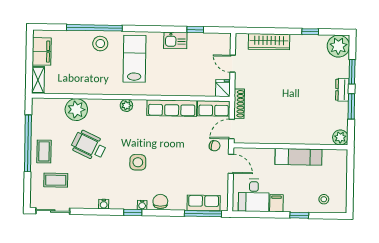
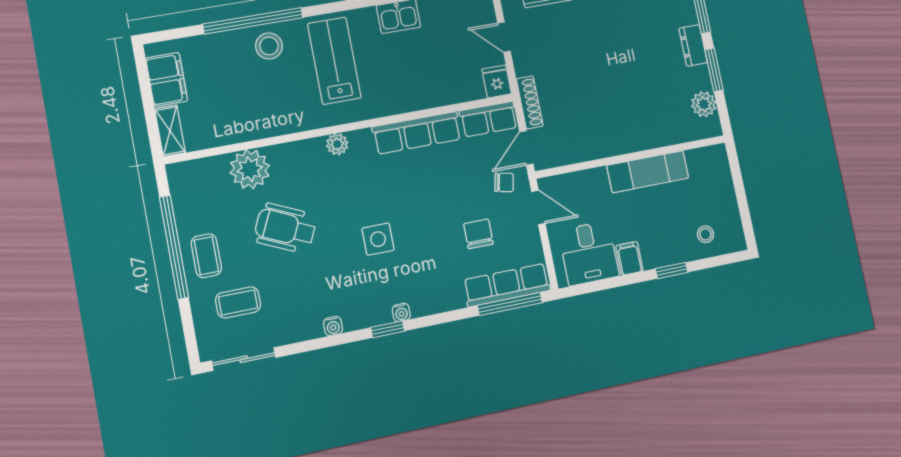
plant: (340, 137) -> (704, 104), moved
chair: (160, 201) -> (478, 234), moved
row of seats: (204, 203) -> (507, 285), width x1.48

